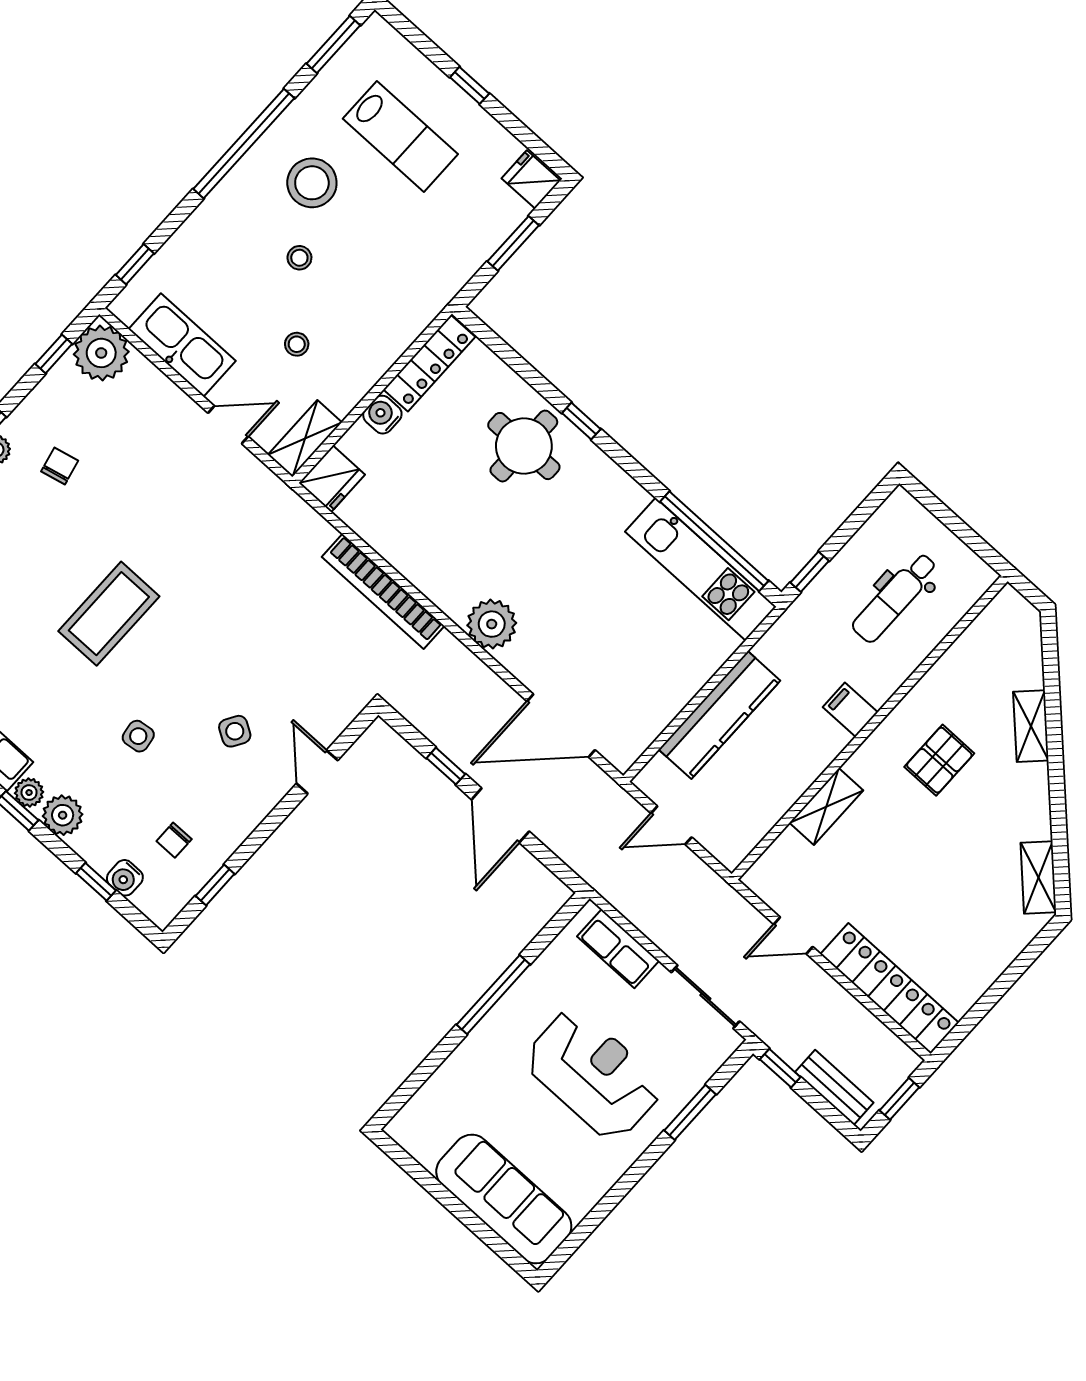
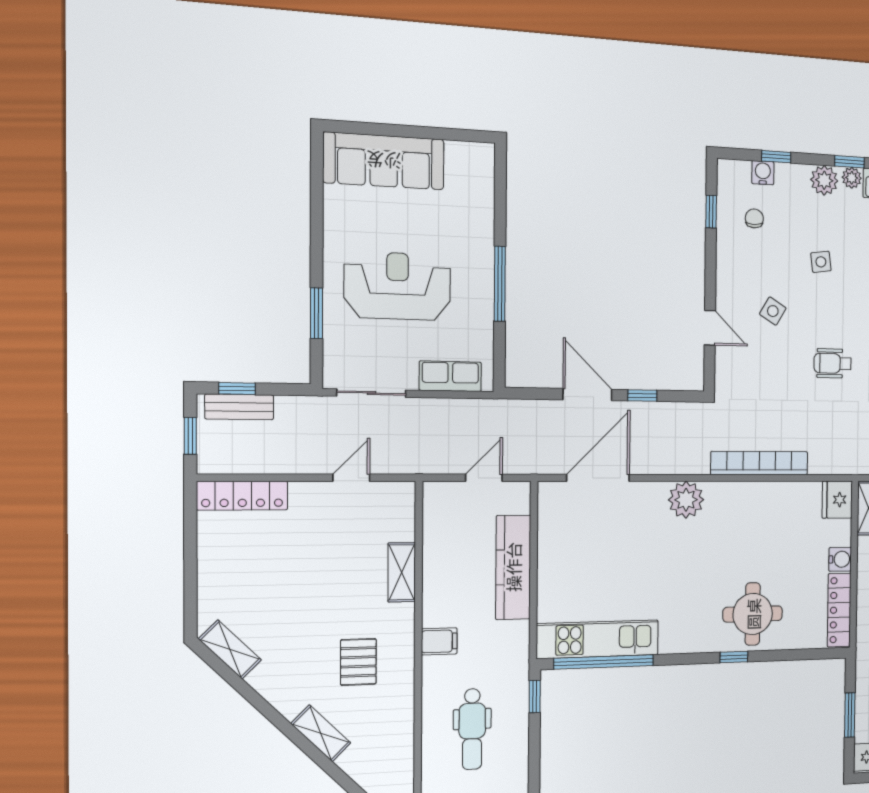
dental chair: (895, 597) -> (472, 729), turned 180
wheelchair: (215, 622) -> (833, 363), added
locker: (890, 988) -> (242, 496), width x0.71, depth x0.83
window: (780, 1068) -> (237, 388), moved
reception desk: (593, 1074) -> (398, 286), turned 180

